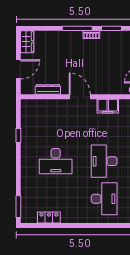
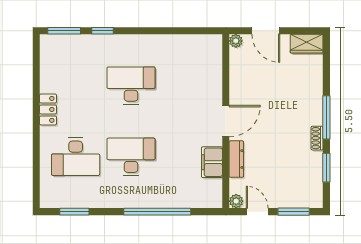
plant: (25, 90) -> (236, 41), added
dresser: (48, 90) -> (236, 159), moved
window: (18, 135) -> (103, 31), moved
desk: (56, 161) -> (131, 86), turned 90
locker: (49, 218) -> (48, 109), moved

